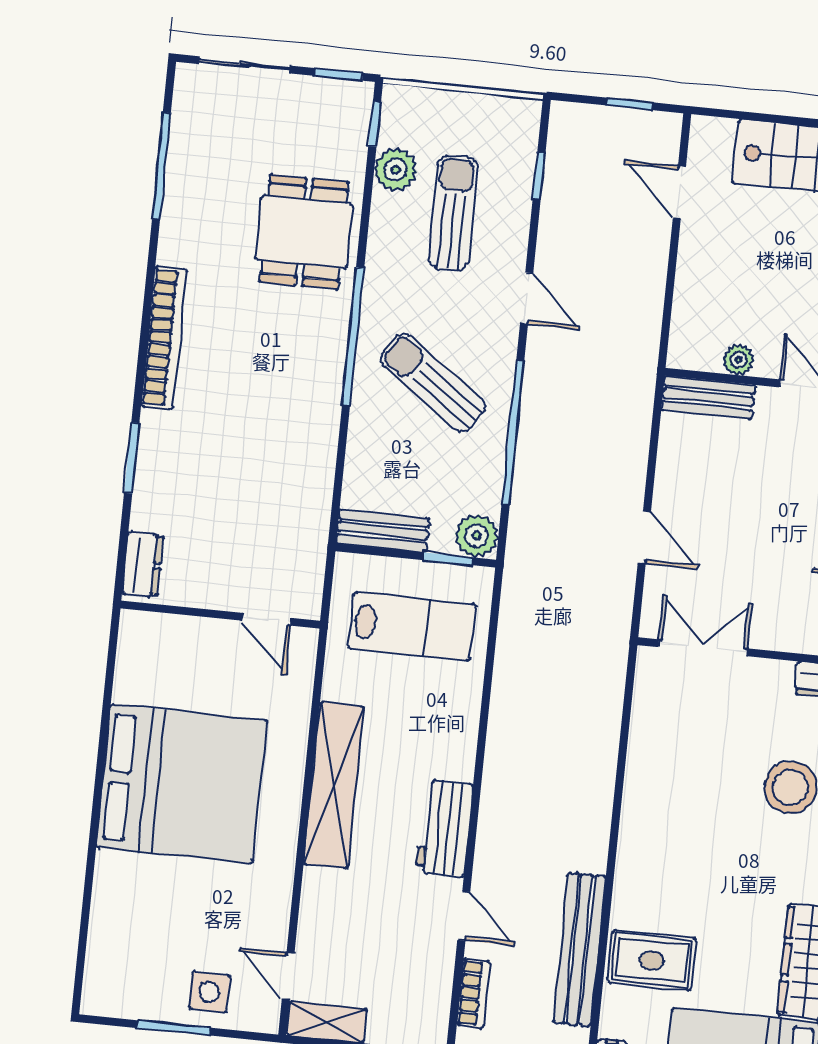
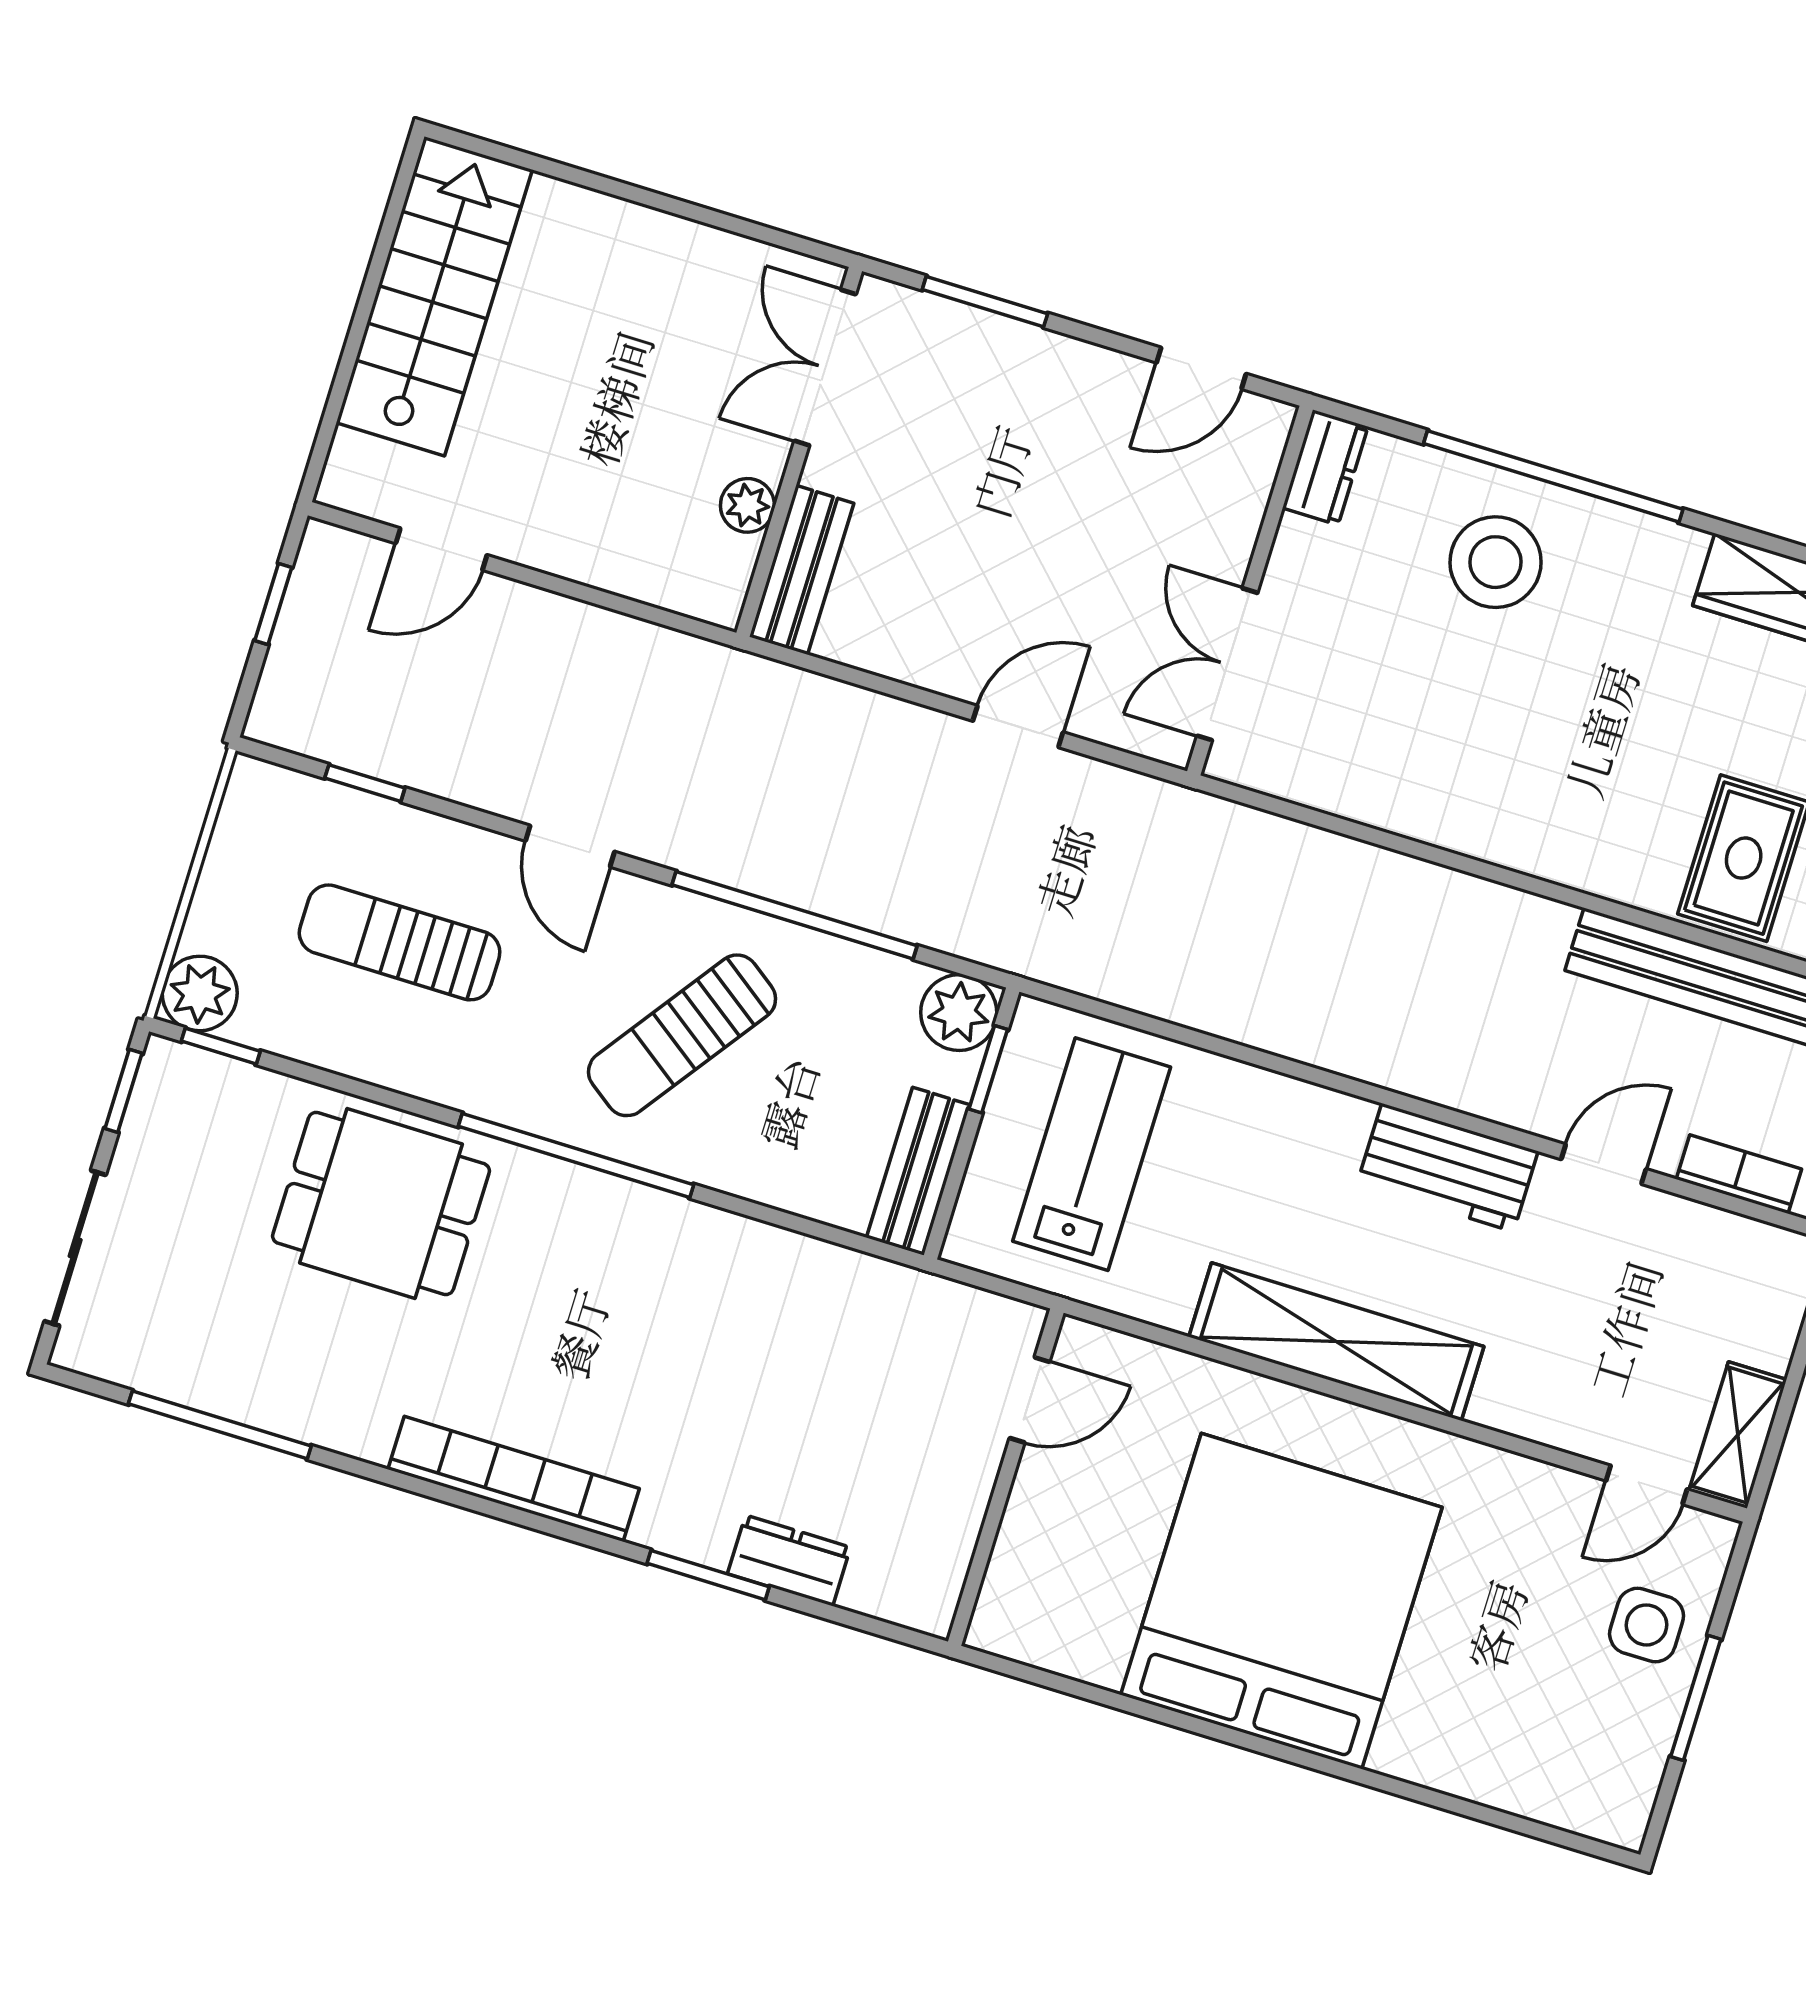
plant: (396, 170) -> (200, 993), moved
door: (527, 298) -> (570, 846), swing flipped
dresser: (143, 565) -> (789, 1560), moved

